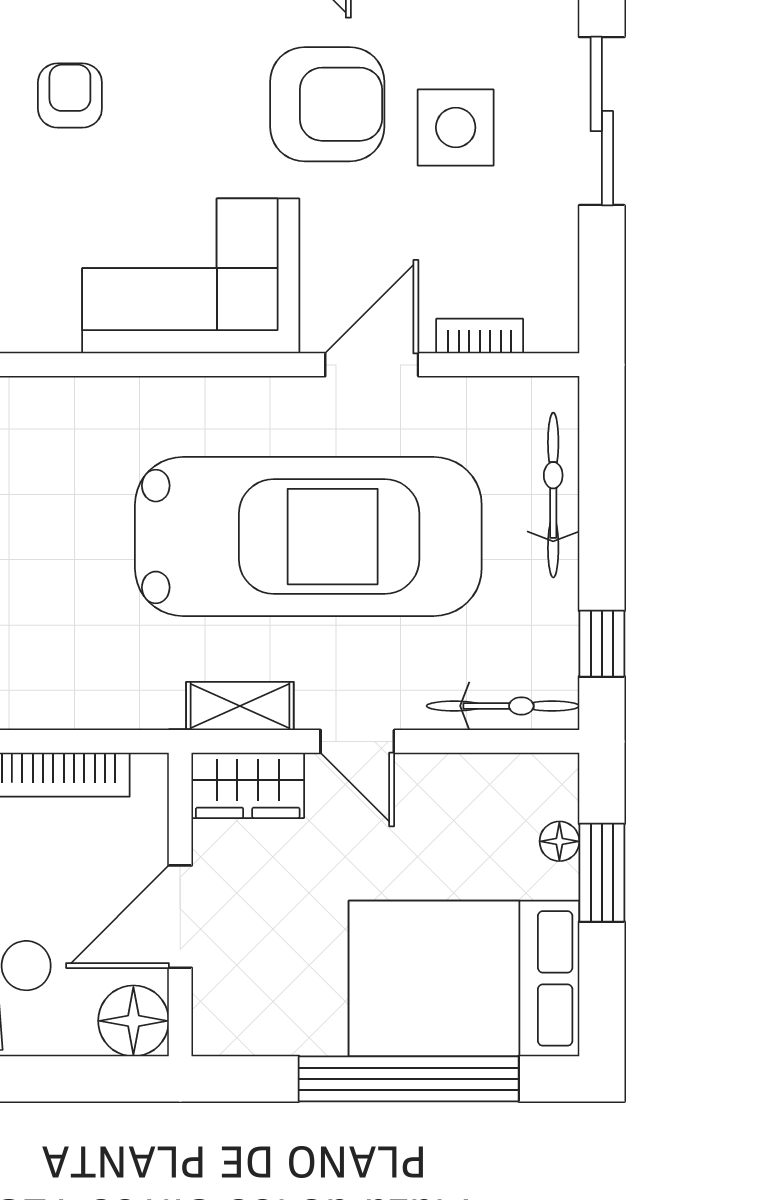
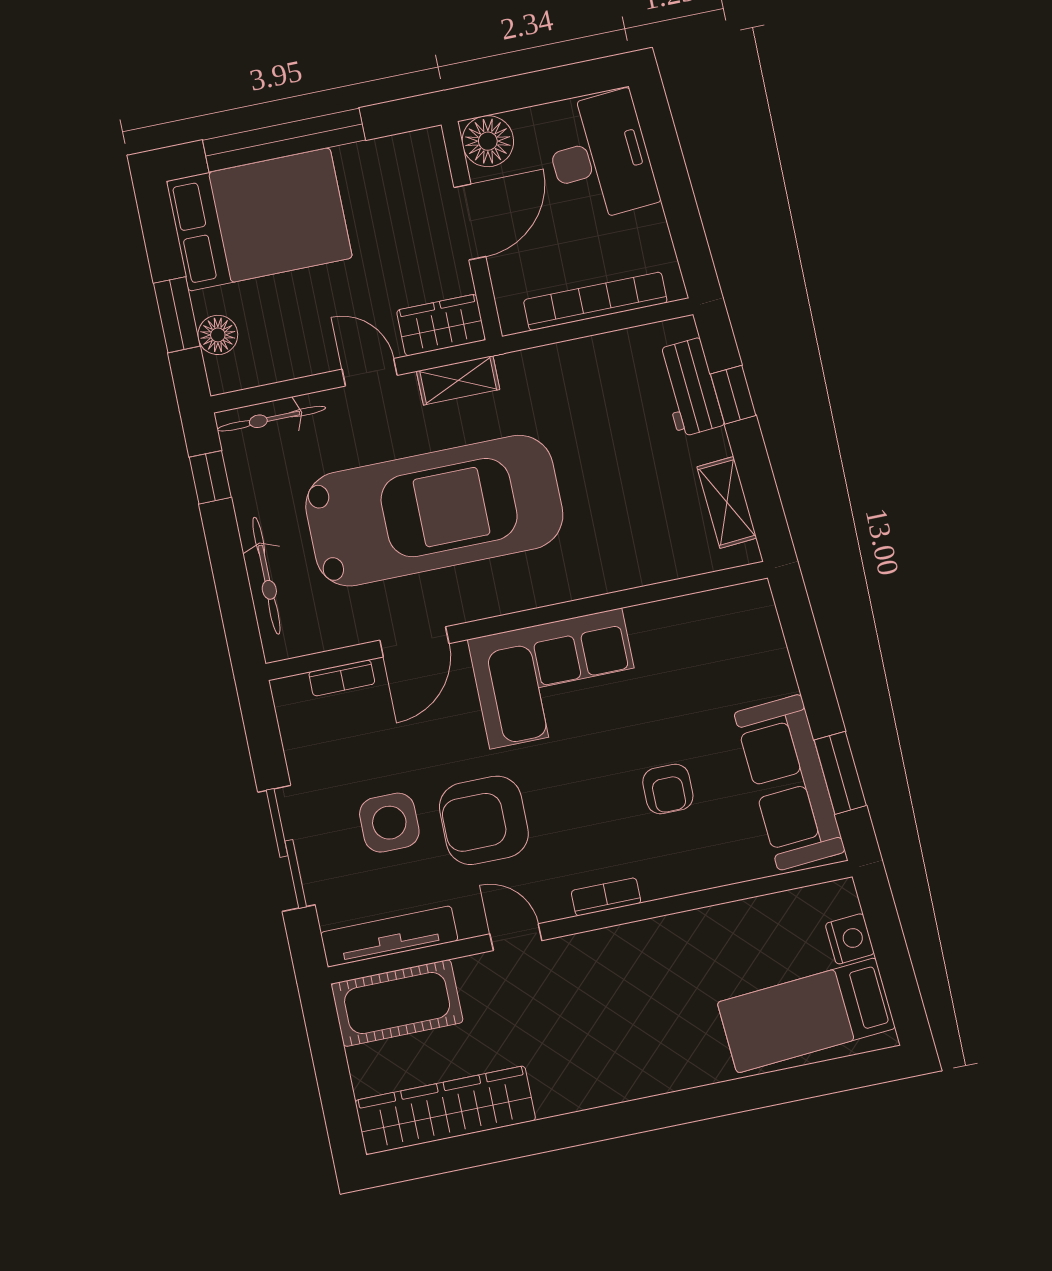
car: (308, 537) -> (434, 511), turned 180
floor lamp: (559, 841) -> (218, 335), width x1.37, depth x1.37

